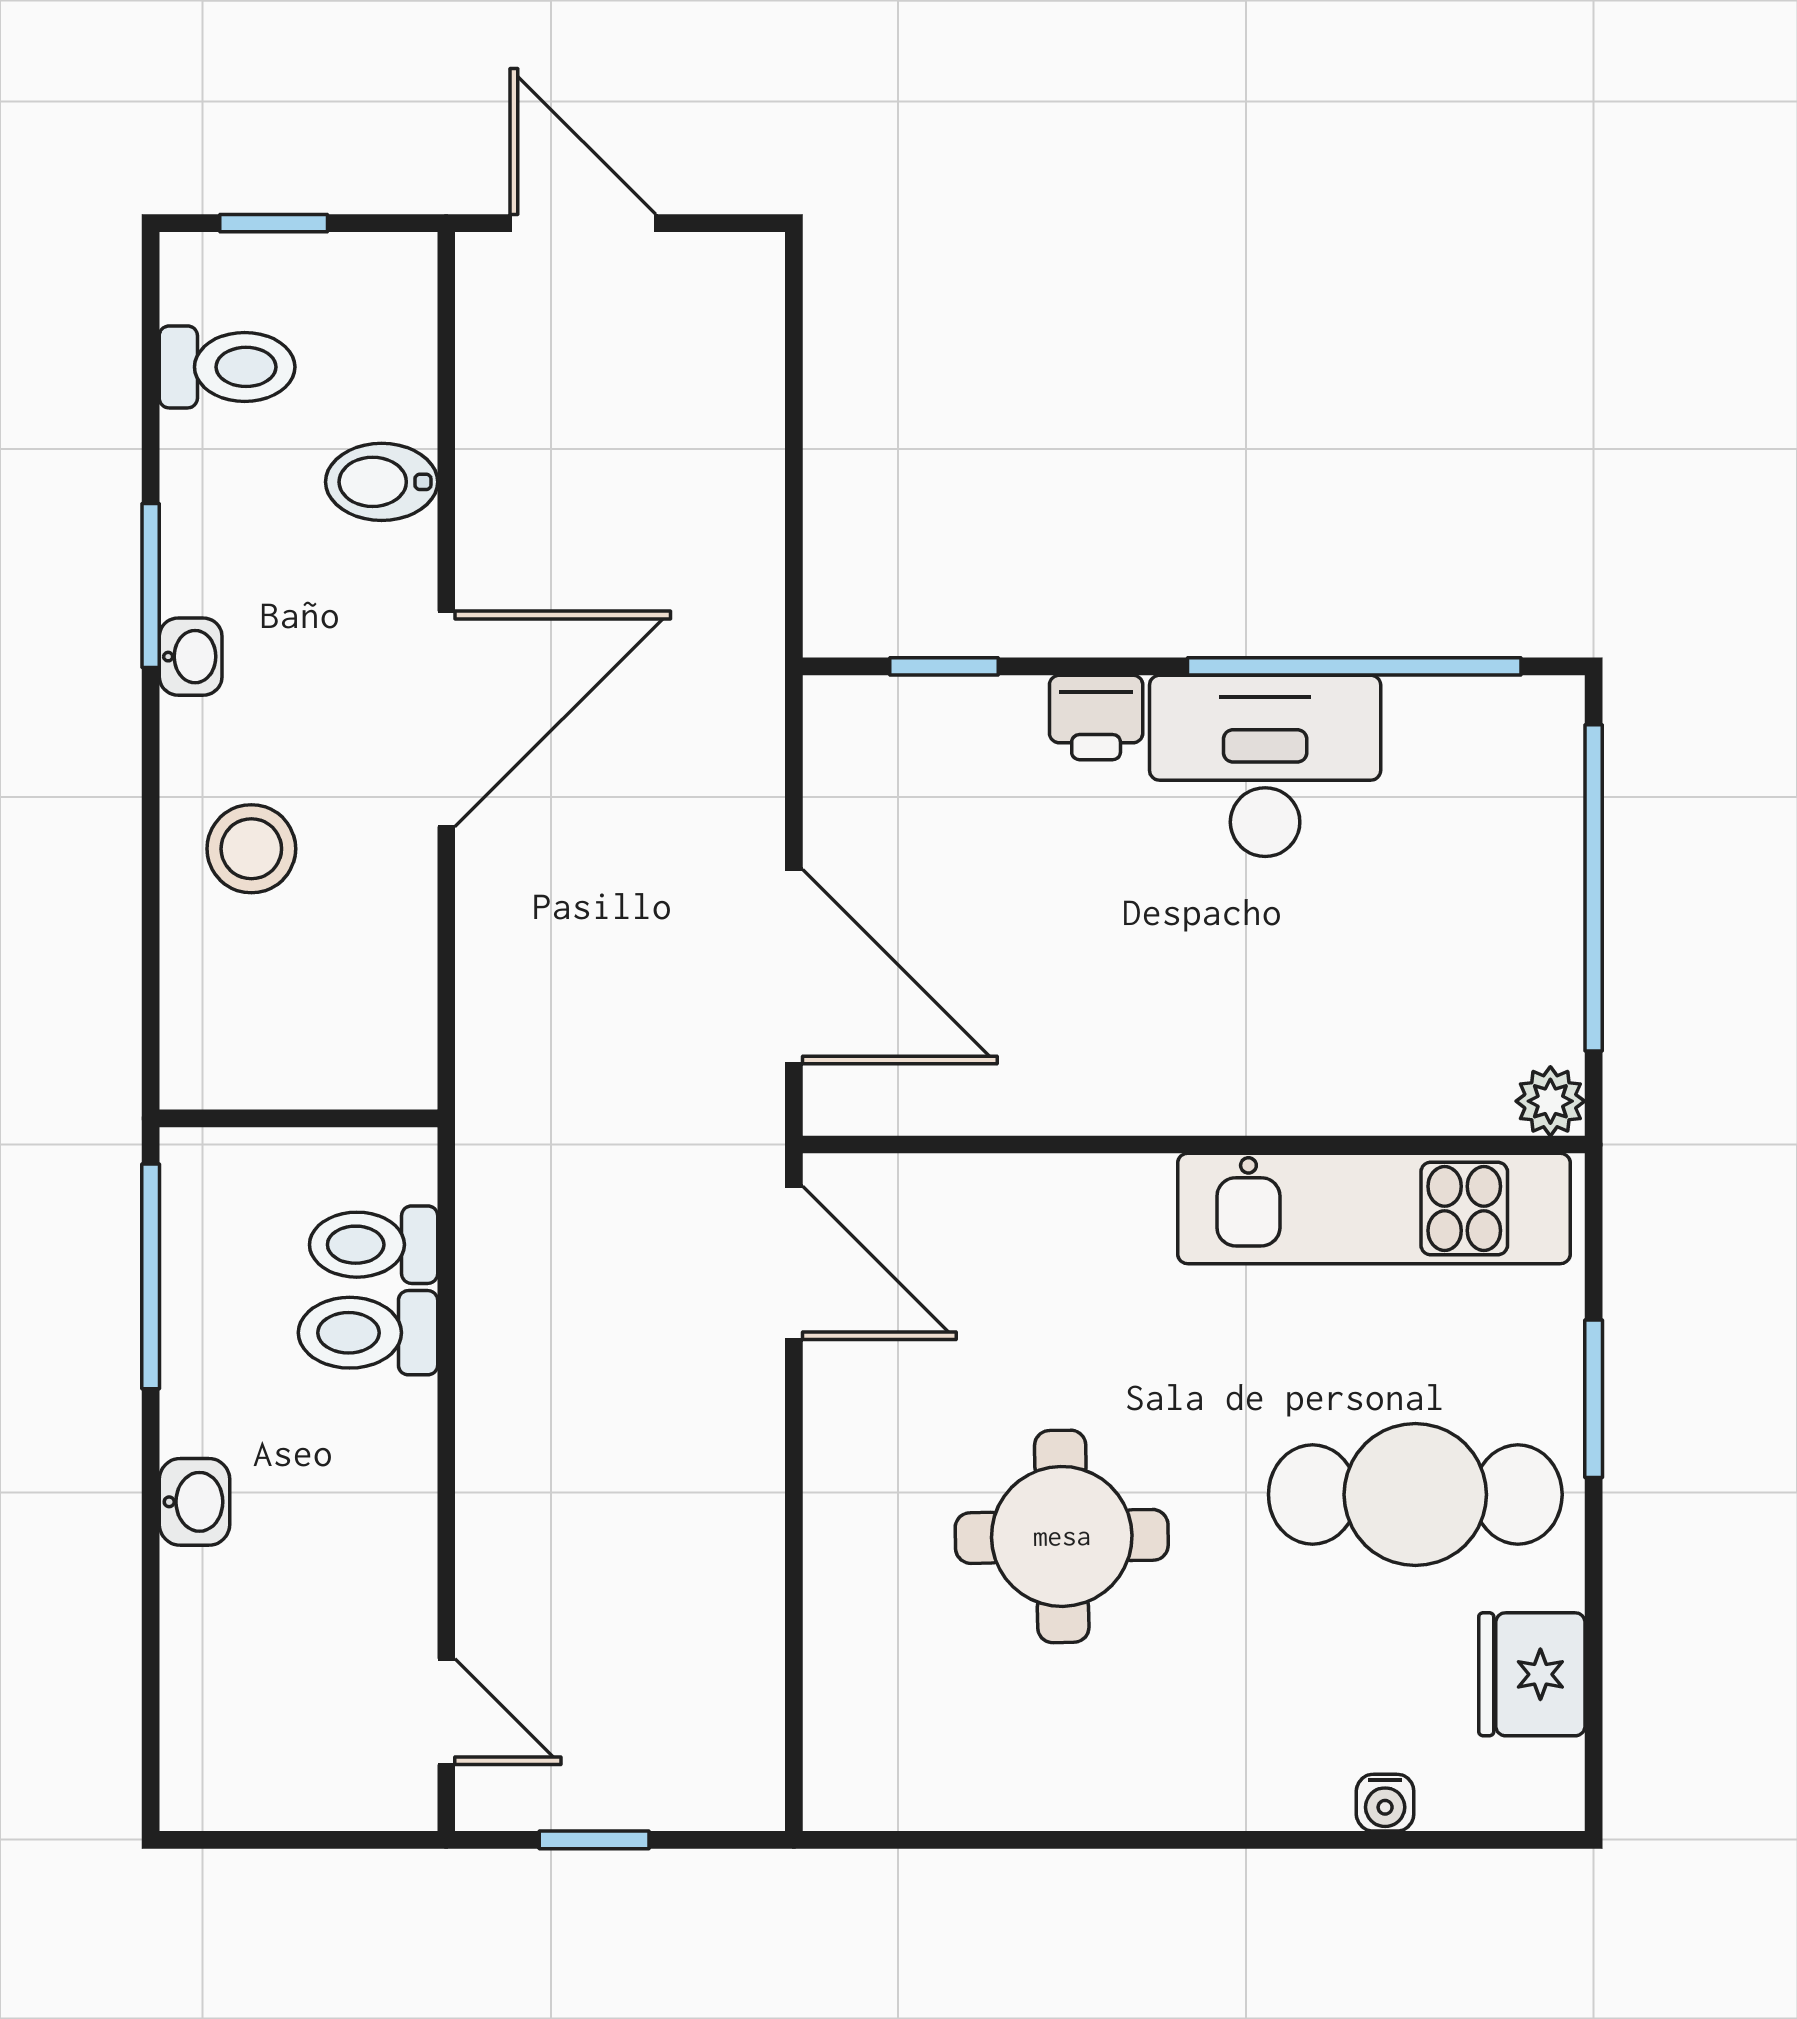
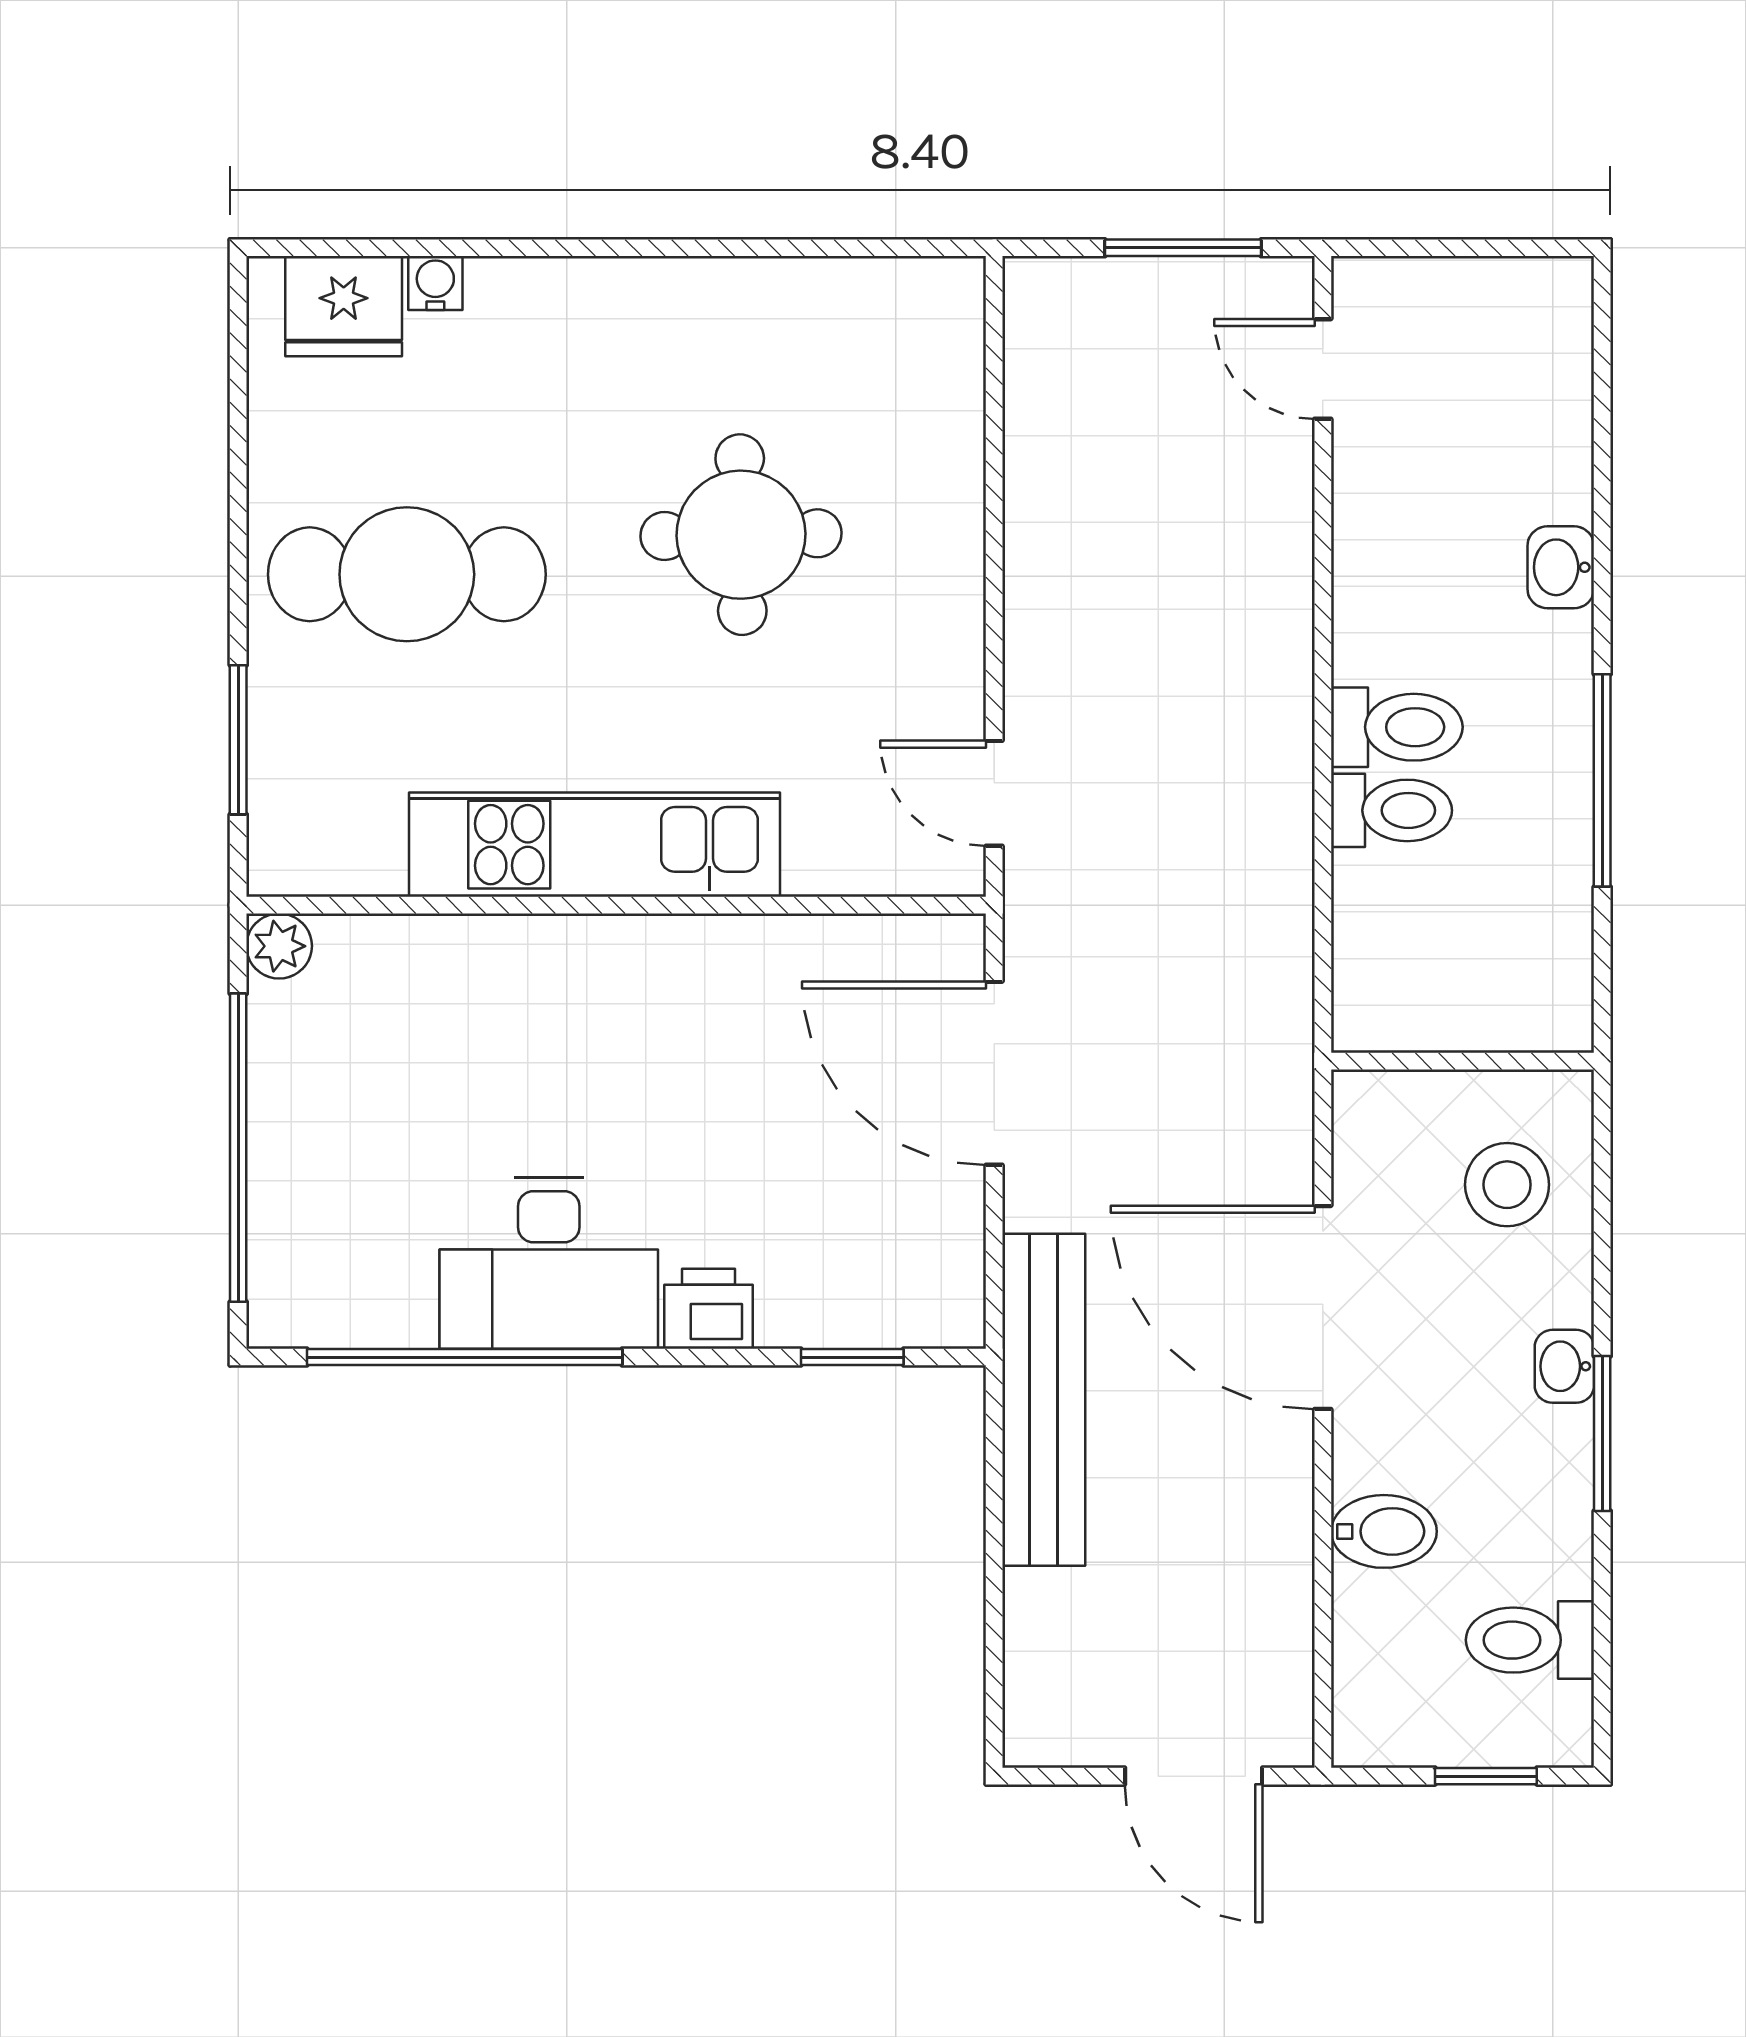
bench: (741, 621) -> (1044, 1400), added
door: (446, 719) -> (1323, 1307), hinge flipped
wall: (298, 1118) -> (1463, 1061), moved
kitchen unit: (1374, 1208) -> (595, 845), moved
door: (794, 1263) -> (994, 793), width x0.73
window: (1594, 1399) -> (238, 740), moved
fridge: (1532, 1674) -> (344, 306), moved, turned 90
window: (594, 1840) -> (1183, 248), width x1.50

